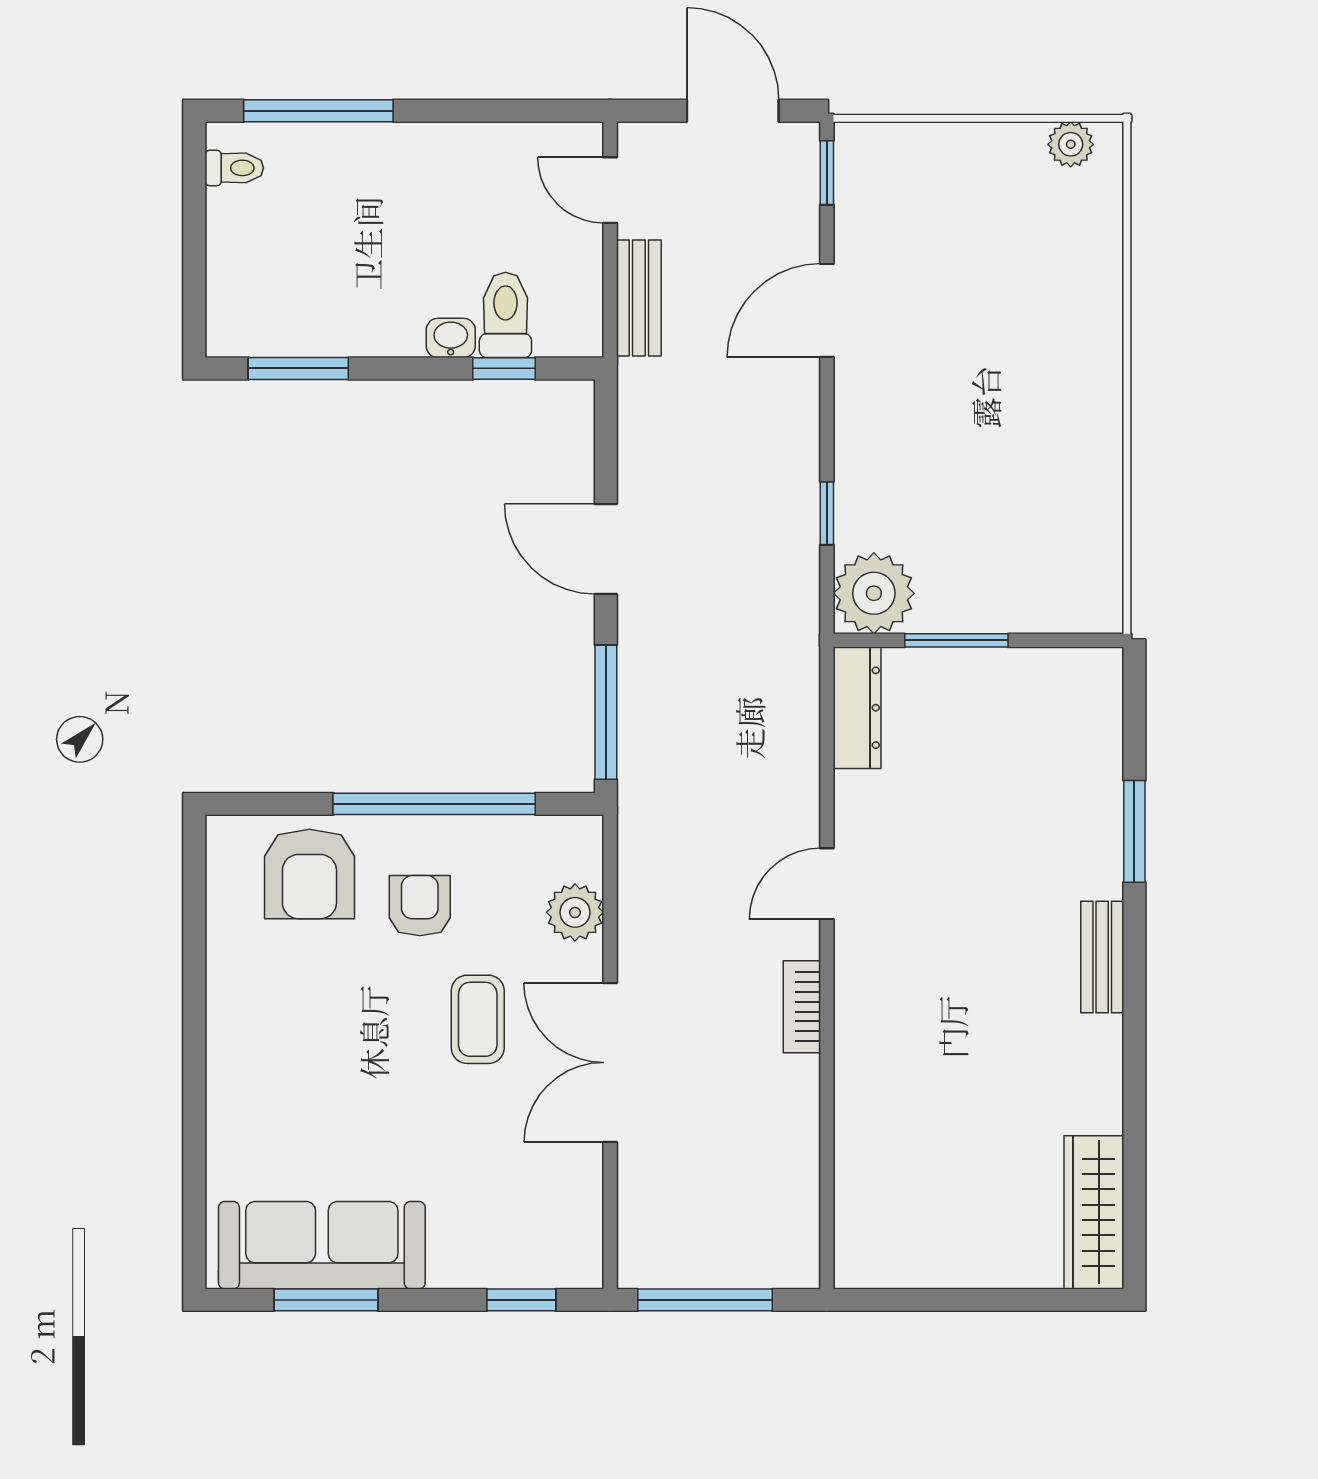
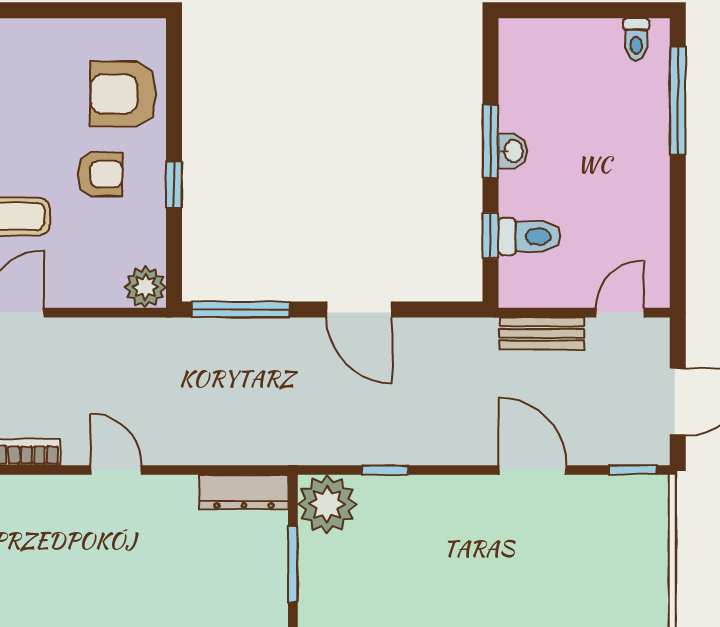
washbasin: (451, 338) -> (513, 151), moved
window: (298, 368) -> (490, 141), moved
door: (606, 549) -> (359, 309), swing flipped
window: (434, 804) -> (174, 185), width x0.32
plant: (575, 912) -> (145, 287), moved

